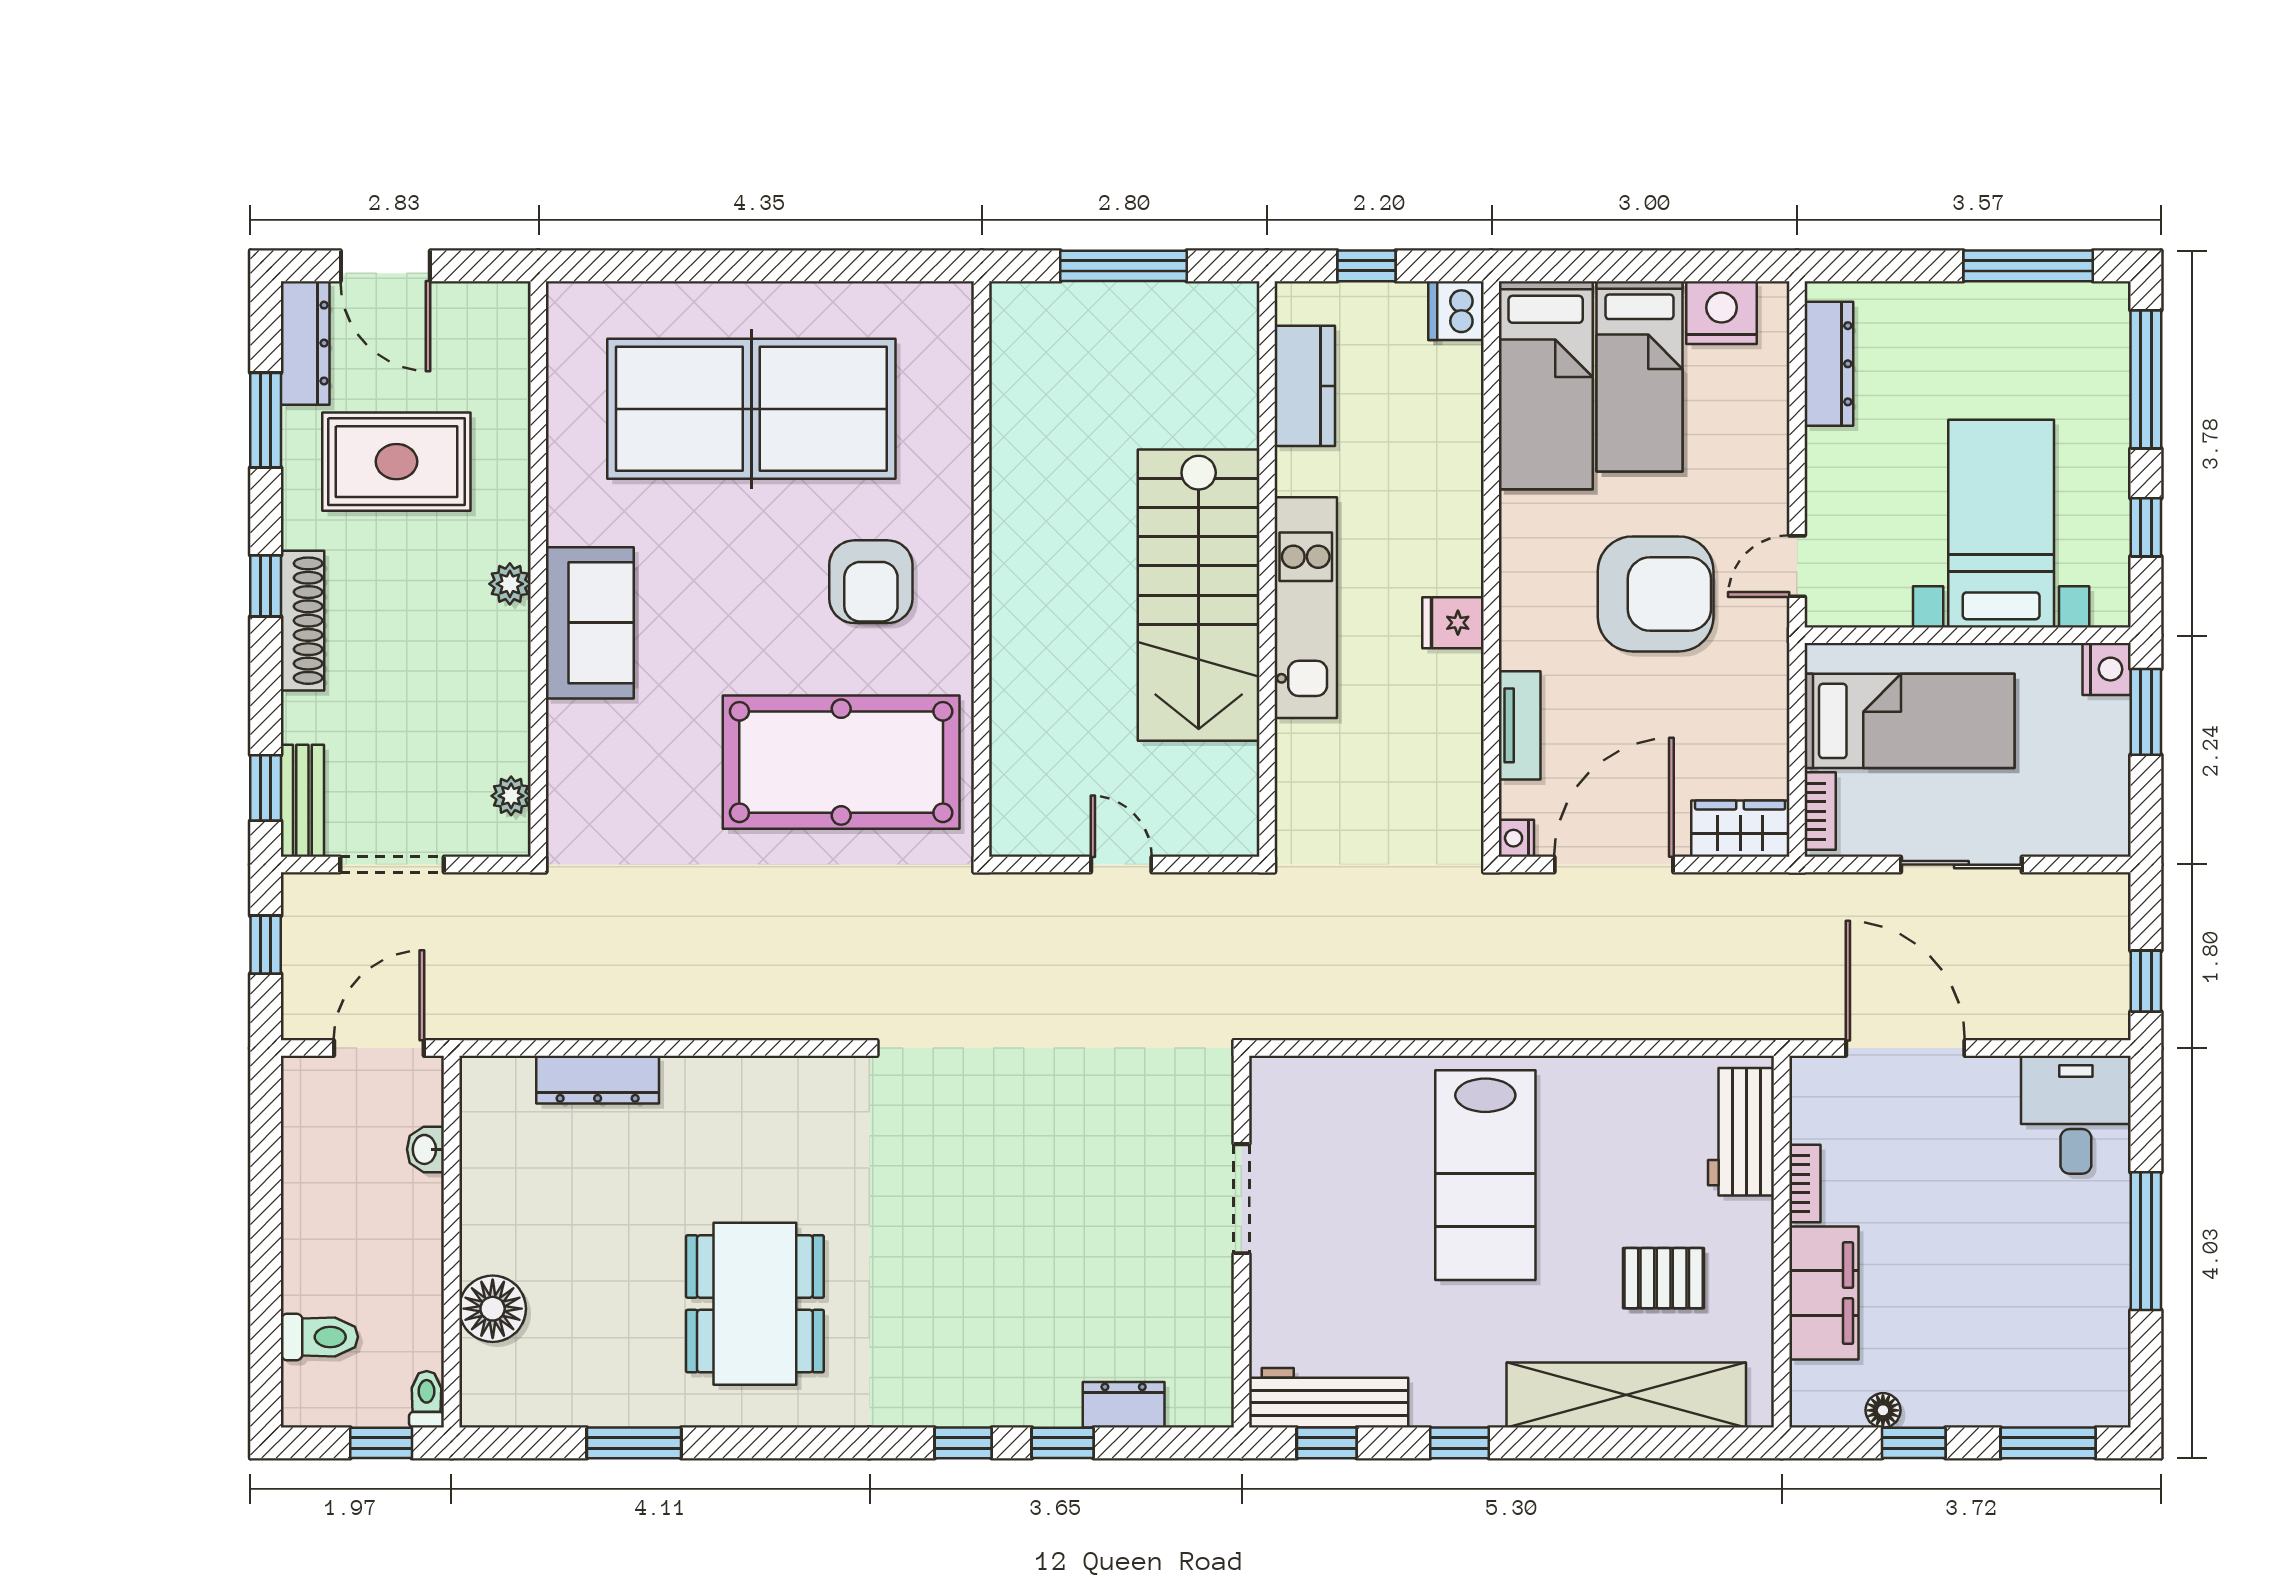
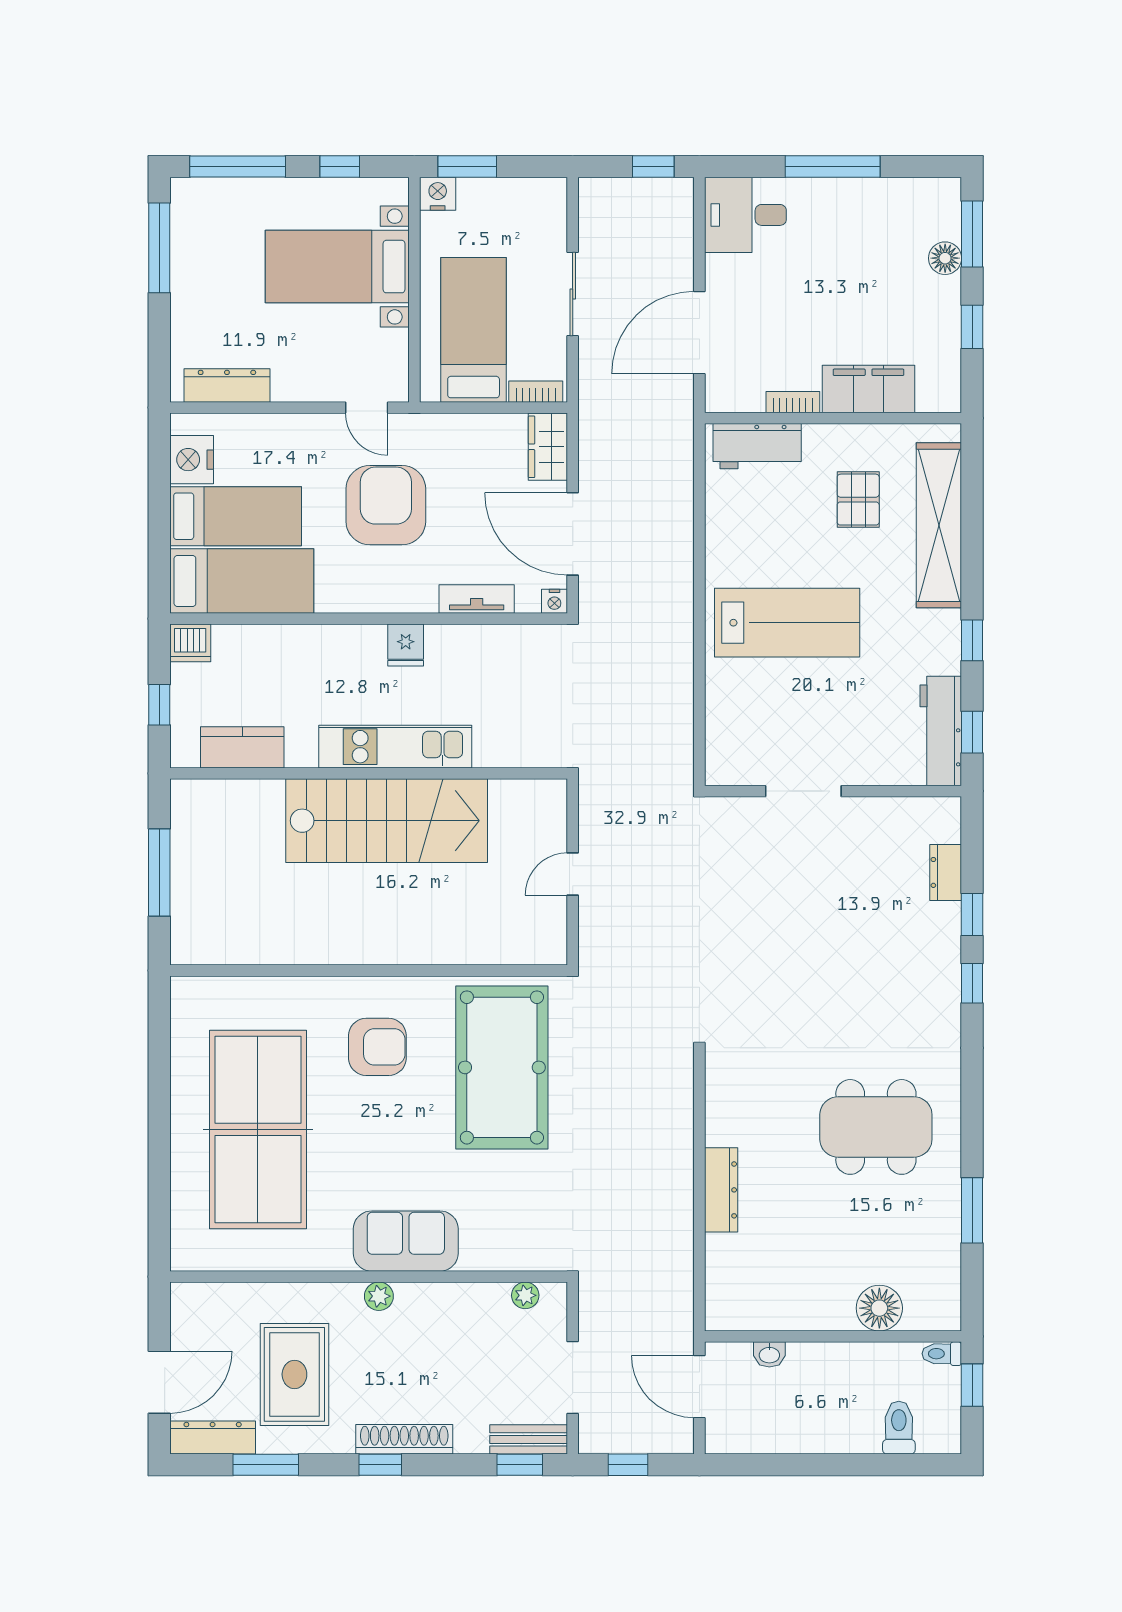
dresser: (598, 1080) -> (721, 1190), moved
floor lamp: (1883, 1410) -> (945, 258), moved, width x1.37, depth x1.37

